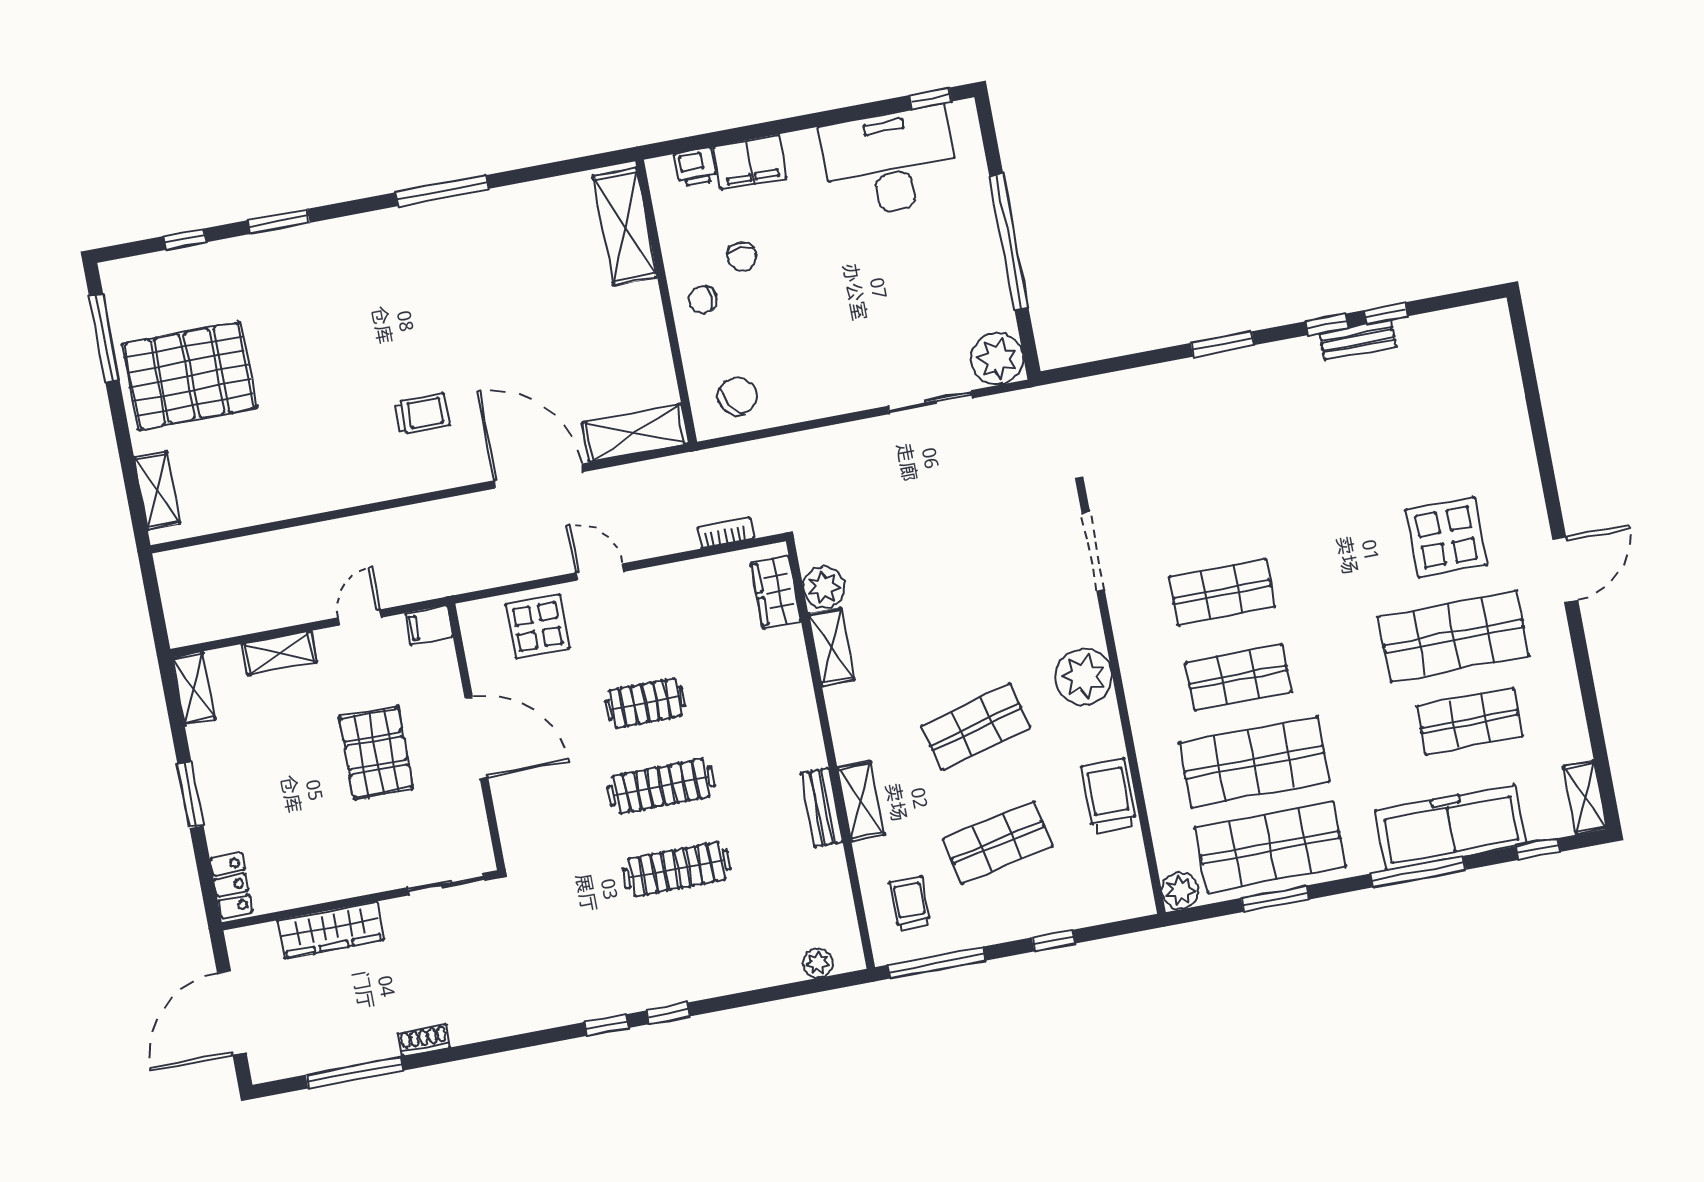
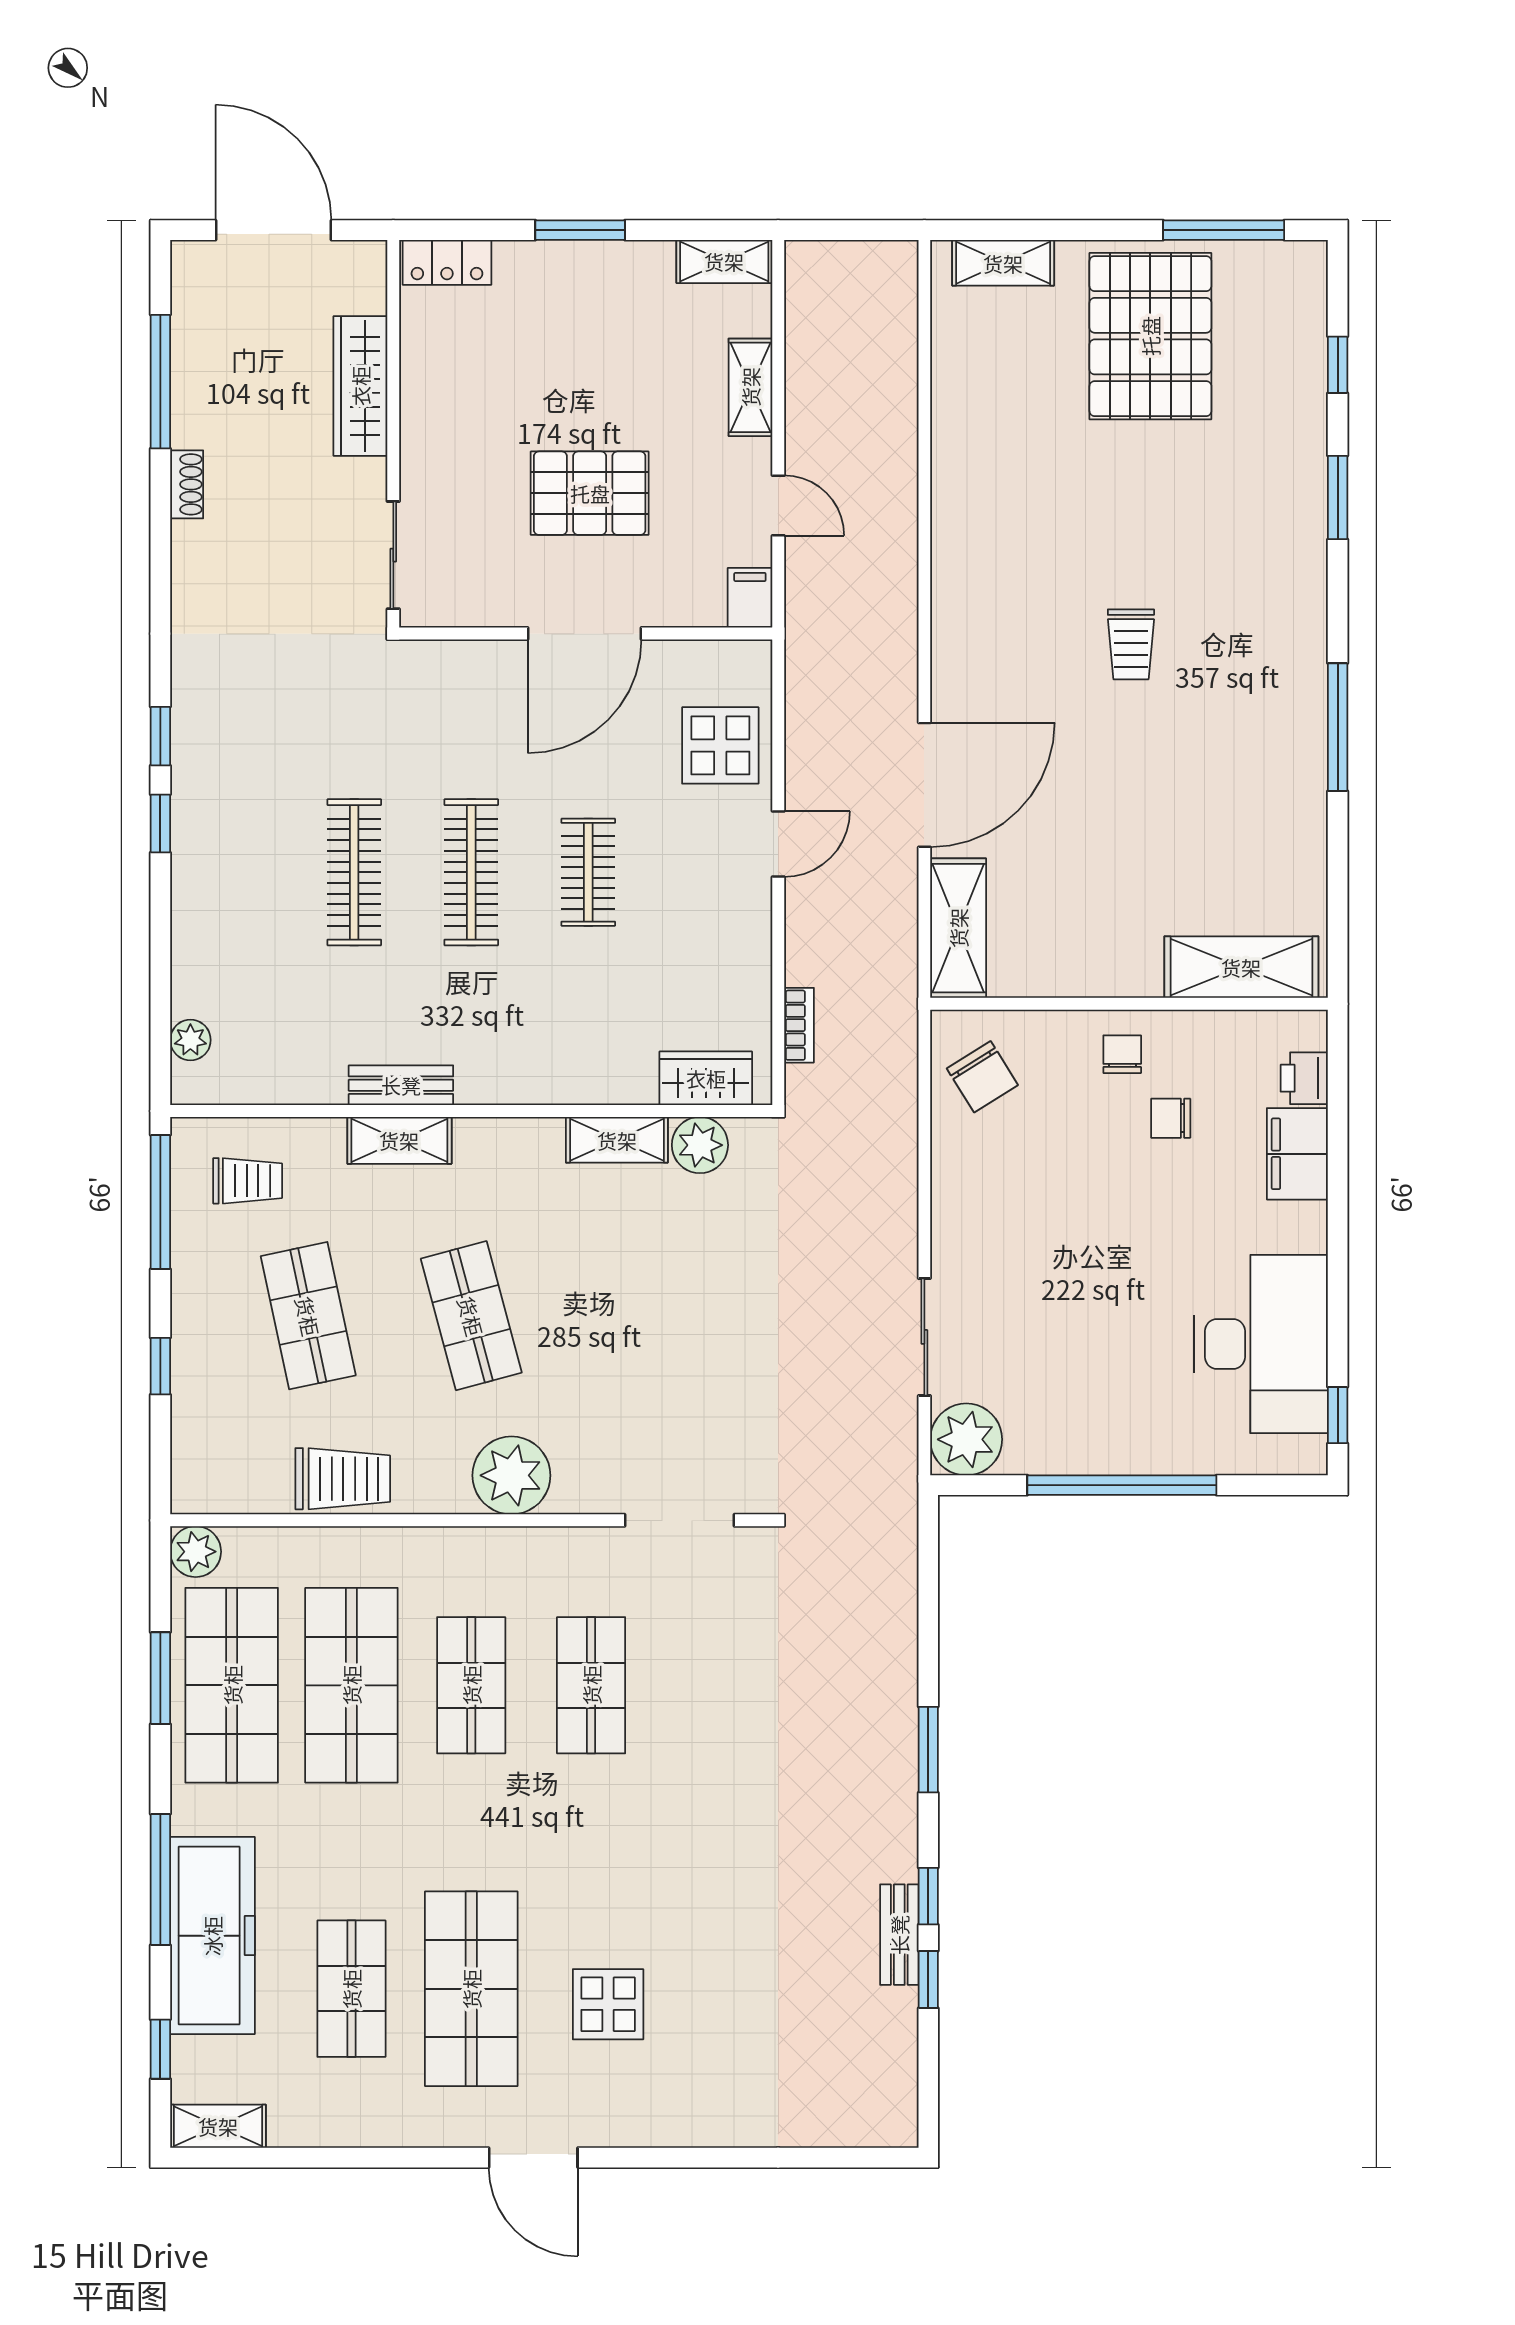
trolley: (422, 414) -> (1131, 644), moved
display table: (1446, 537) -> (608, 2004), width x0.73, depth x0.73

